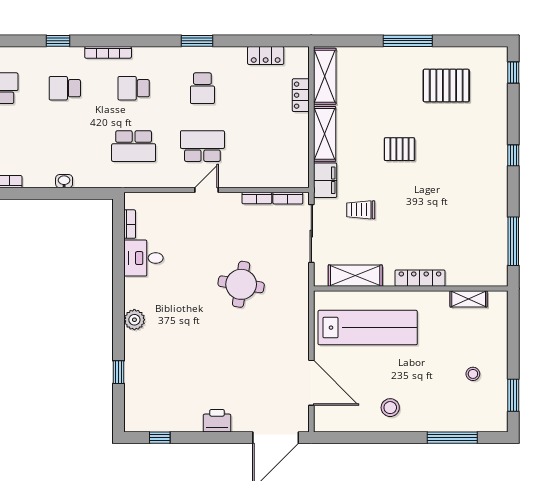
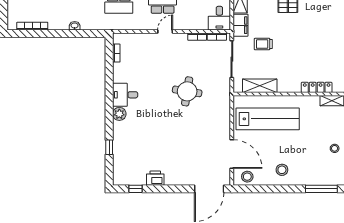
desk: (292, 169) -> (219, 18), added
desk: (144, 258) -> (125, 95), moved
locker: (420, 278) -> (317, 87), moved
stool: (336, 418) -> (247, 177), added
printer: (217, 421) -> (155, 178), moved

